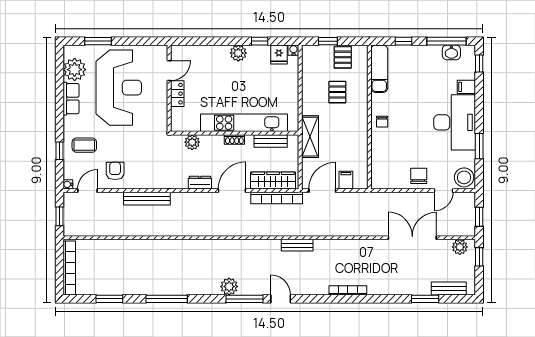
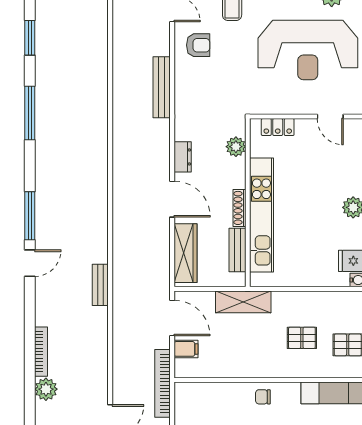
locker: (177, 94) -> (278, 127), moved
shoe rack: (234, 139) -> (239, 208), width x1.43
bookcase: (277, 198) -> (163, 383), moved
plant: (229, 286) -> (46, 389), moved

